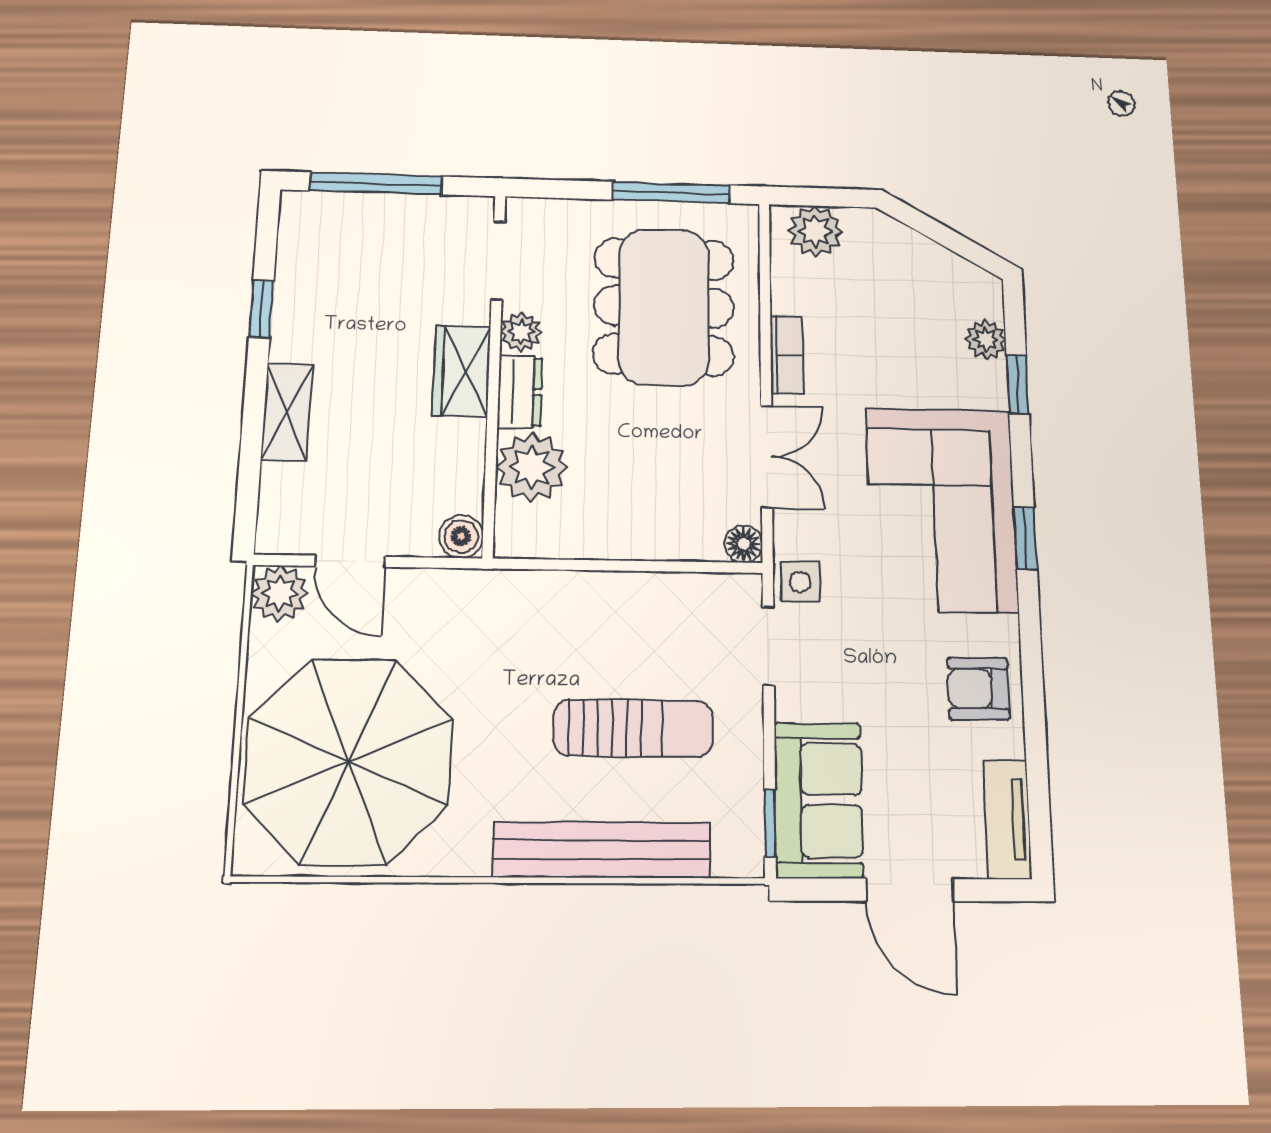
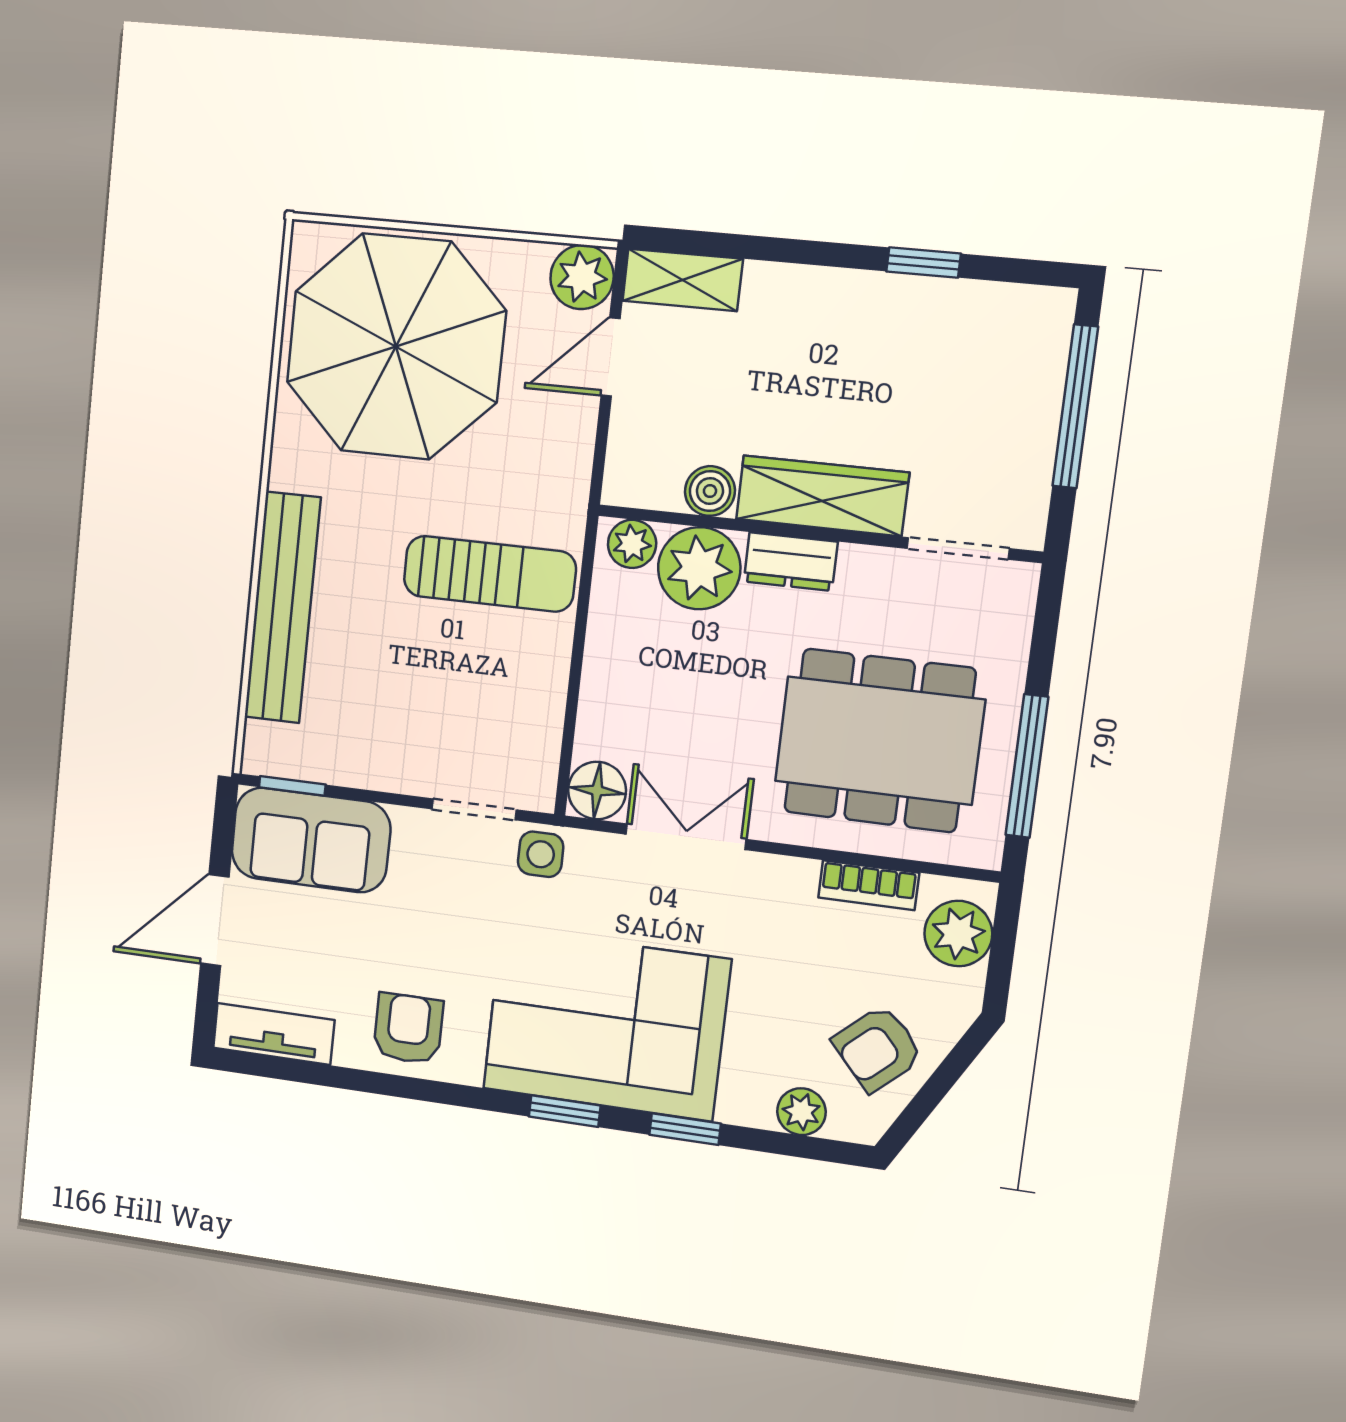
armchair: (921, 284) -> (878, 1048), added
plant: (521, 332) -> (632, 544), moved
bookcase: (787, 355) -> (869, 885), moved
wardrobe: (462, 371) -> (822, 496), width x1.50
window: (1018, 385) -> (685, 1129), moved
shelving: (287, 412) -> (683, 280), moved
double door: (767, 457) -> (686, 837), swing flipped
boiler: (461, 536) -> (710, 491), moved
floor lamp: (744, 544) -> (597, 791), width x1.37, depth x1.37
sun lounger: (633, 728) -> (490, 574), moved, turned -90

